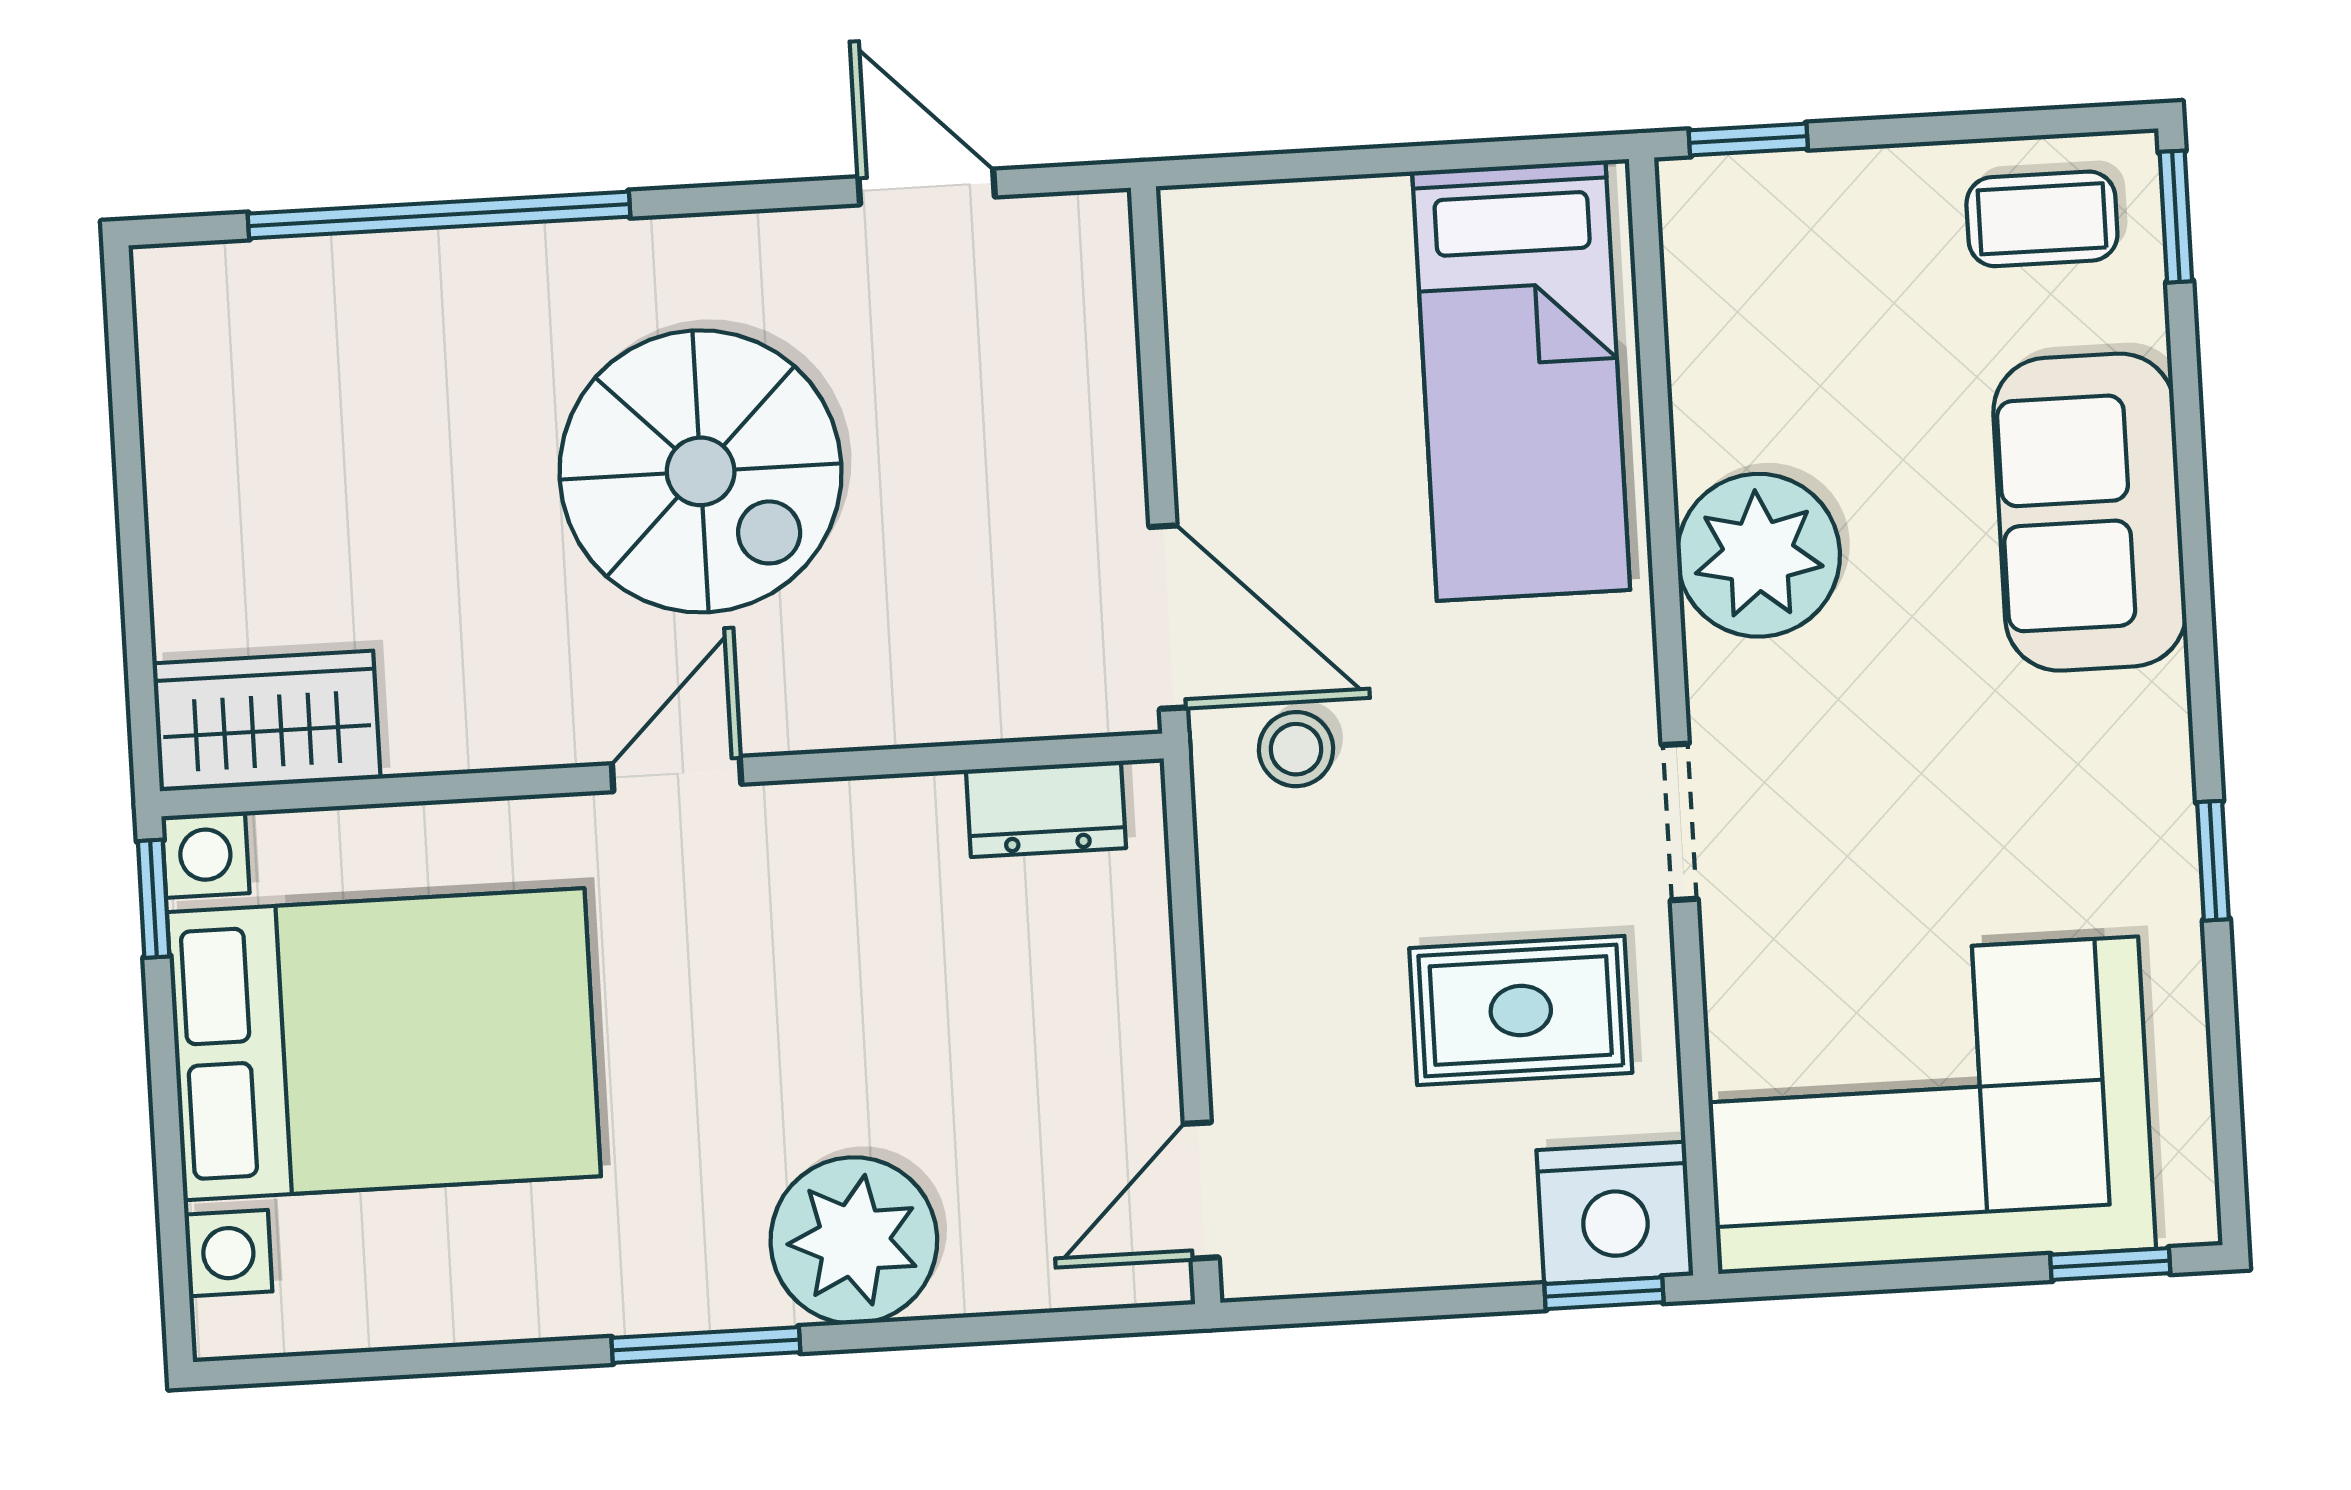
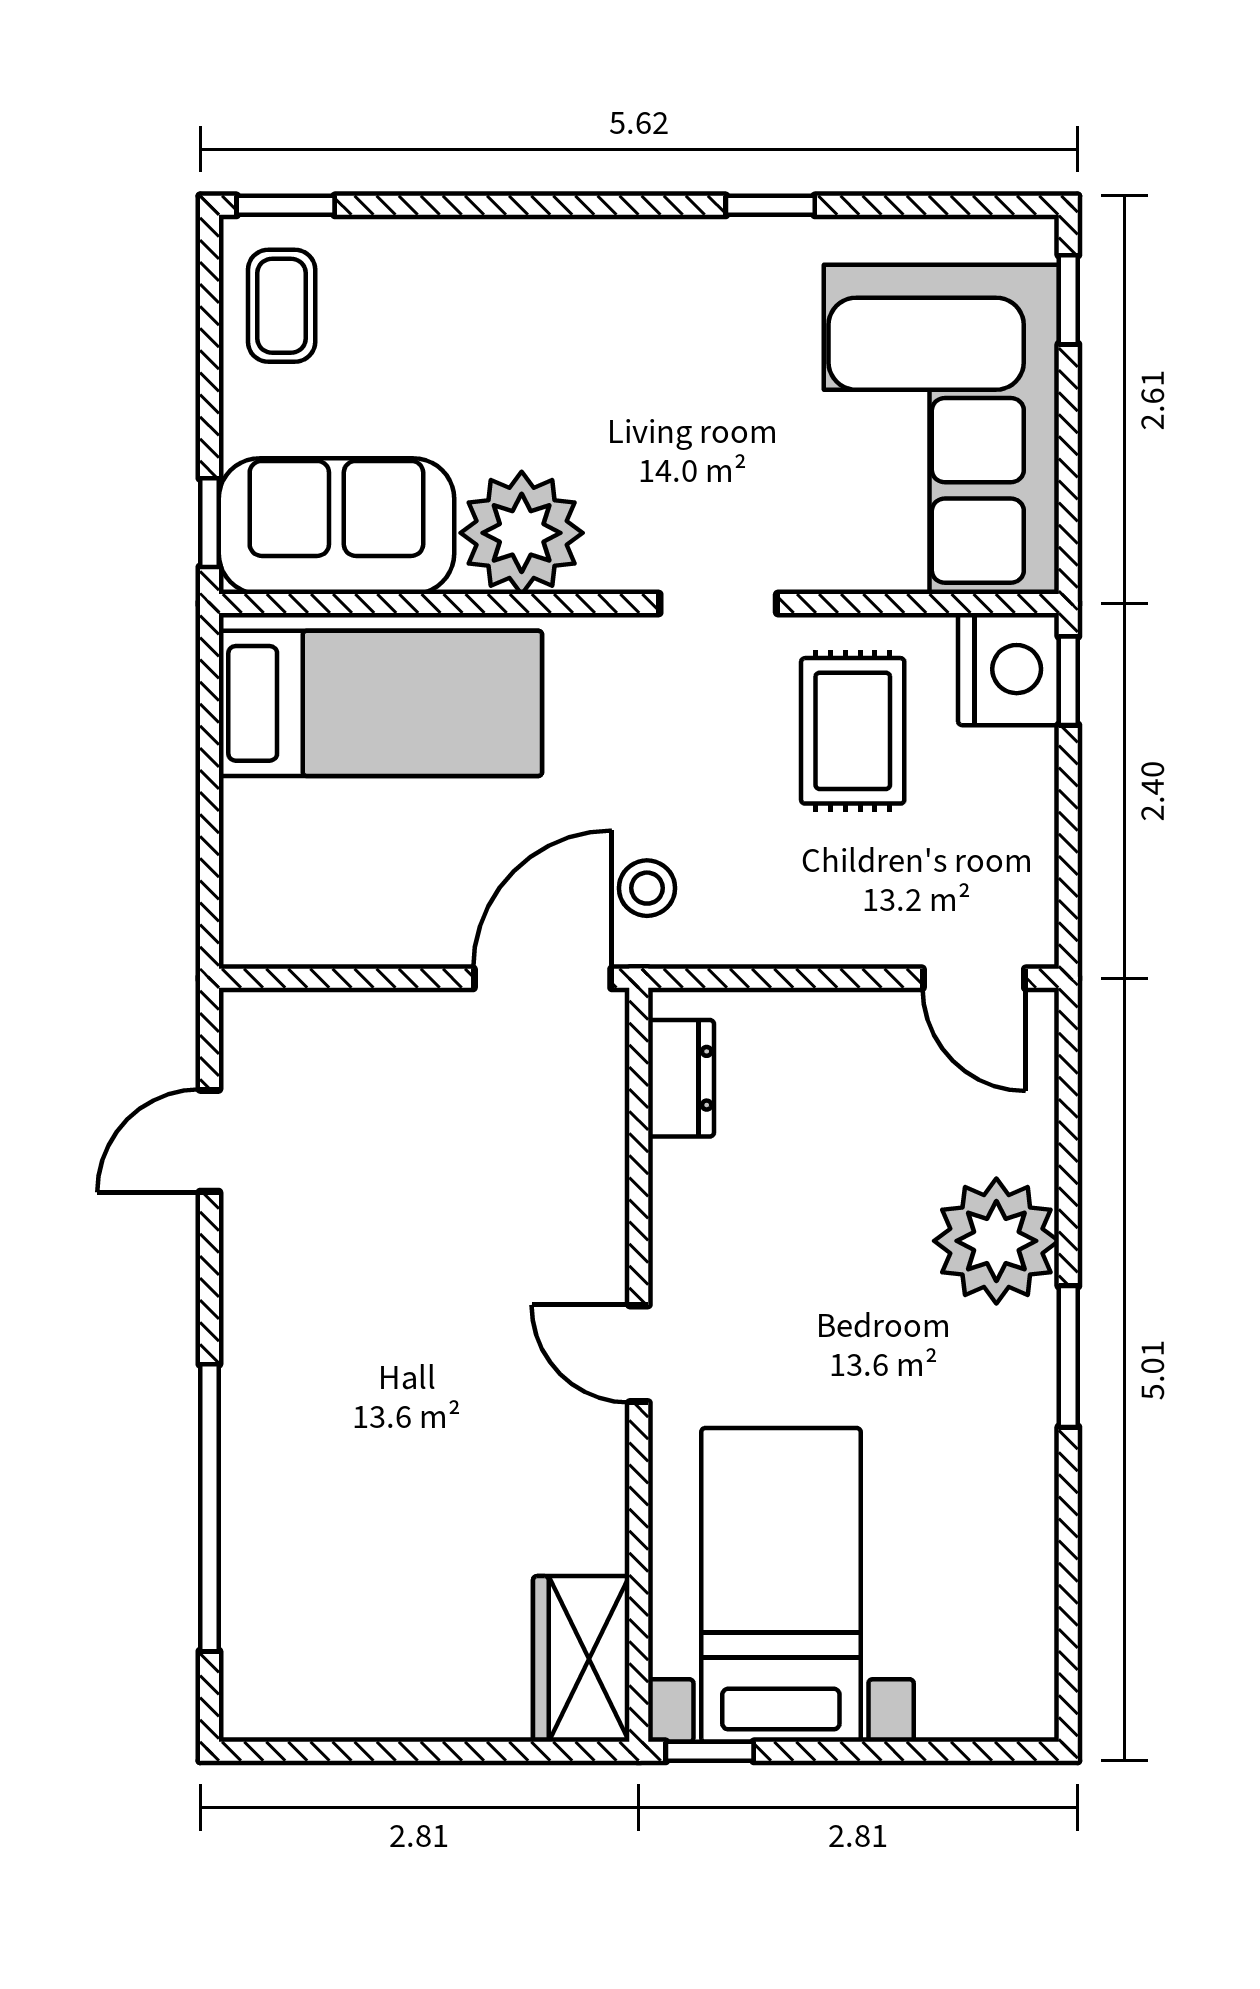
spiral stairs: (701, 471) -> (413, 1323), removed
sofa: (2090, 512) -> (336, 526), moved, turned 180
bed with nightstands: (384, 1044) -> (781, 1585), width x0.73

